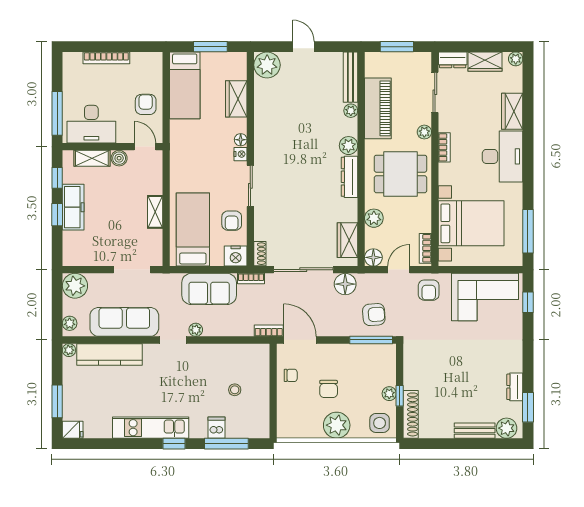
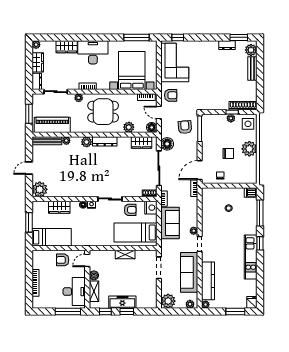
piano: (378, 108) -> (52, 125), moved
dining table: (400, 174) -> (103, 112), turned 90
dishwasher: (217, 428) -> (251, 193), moved

